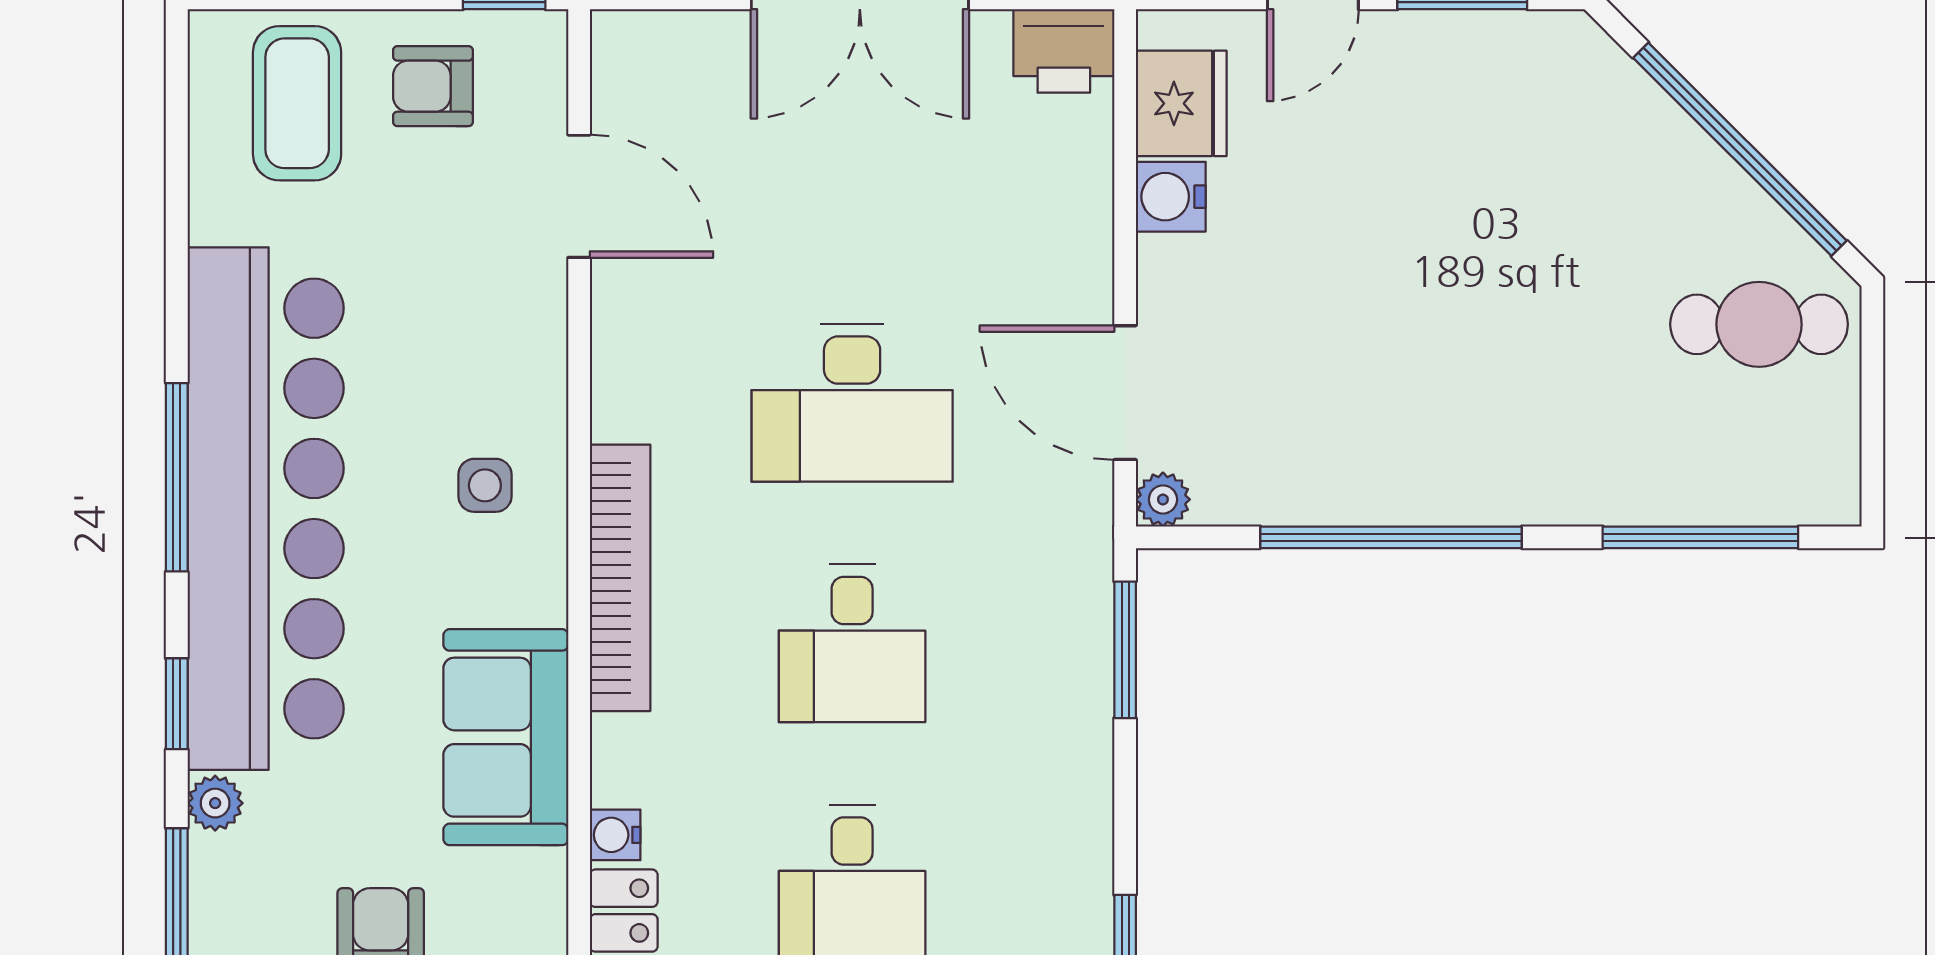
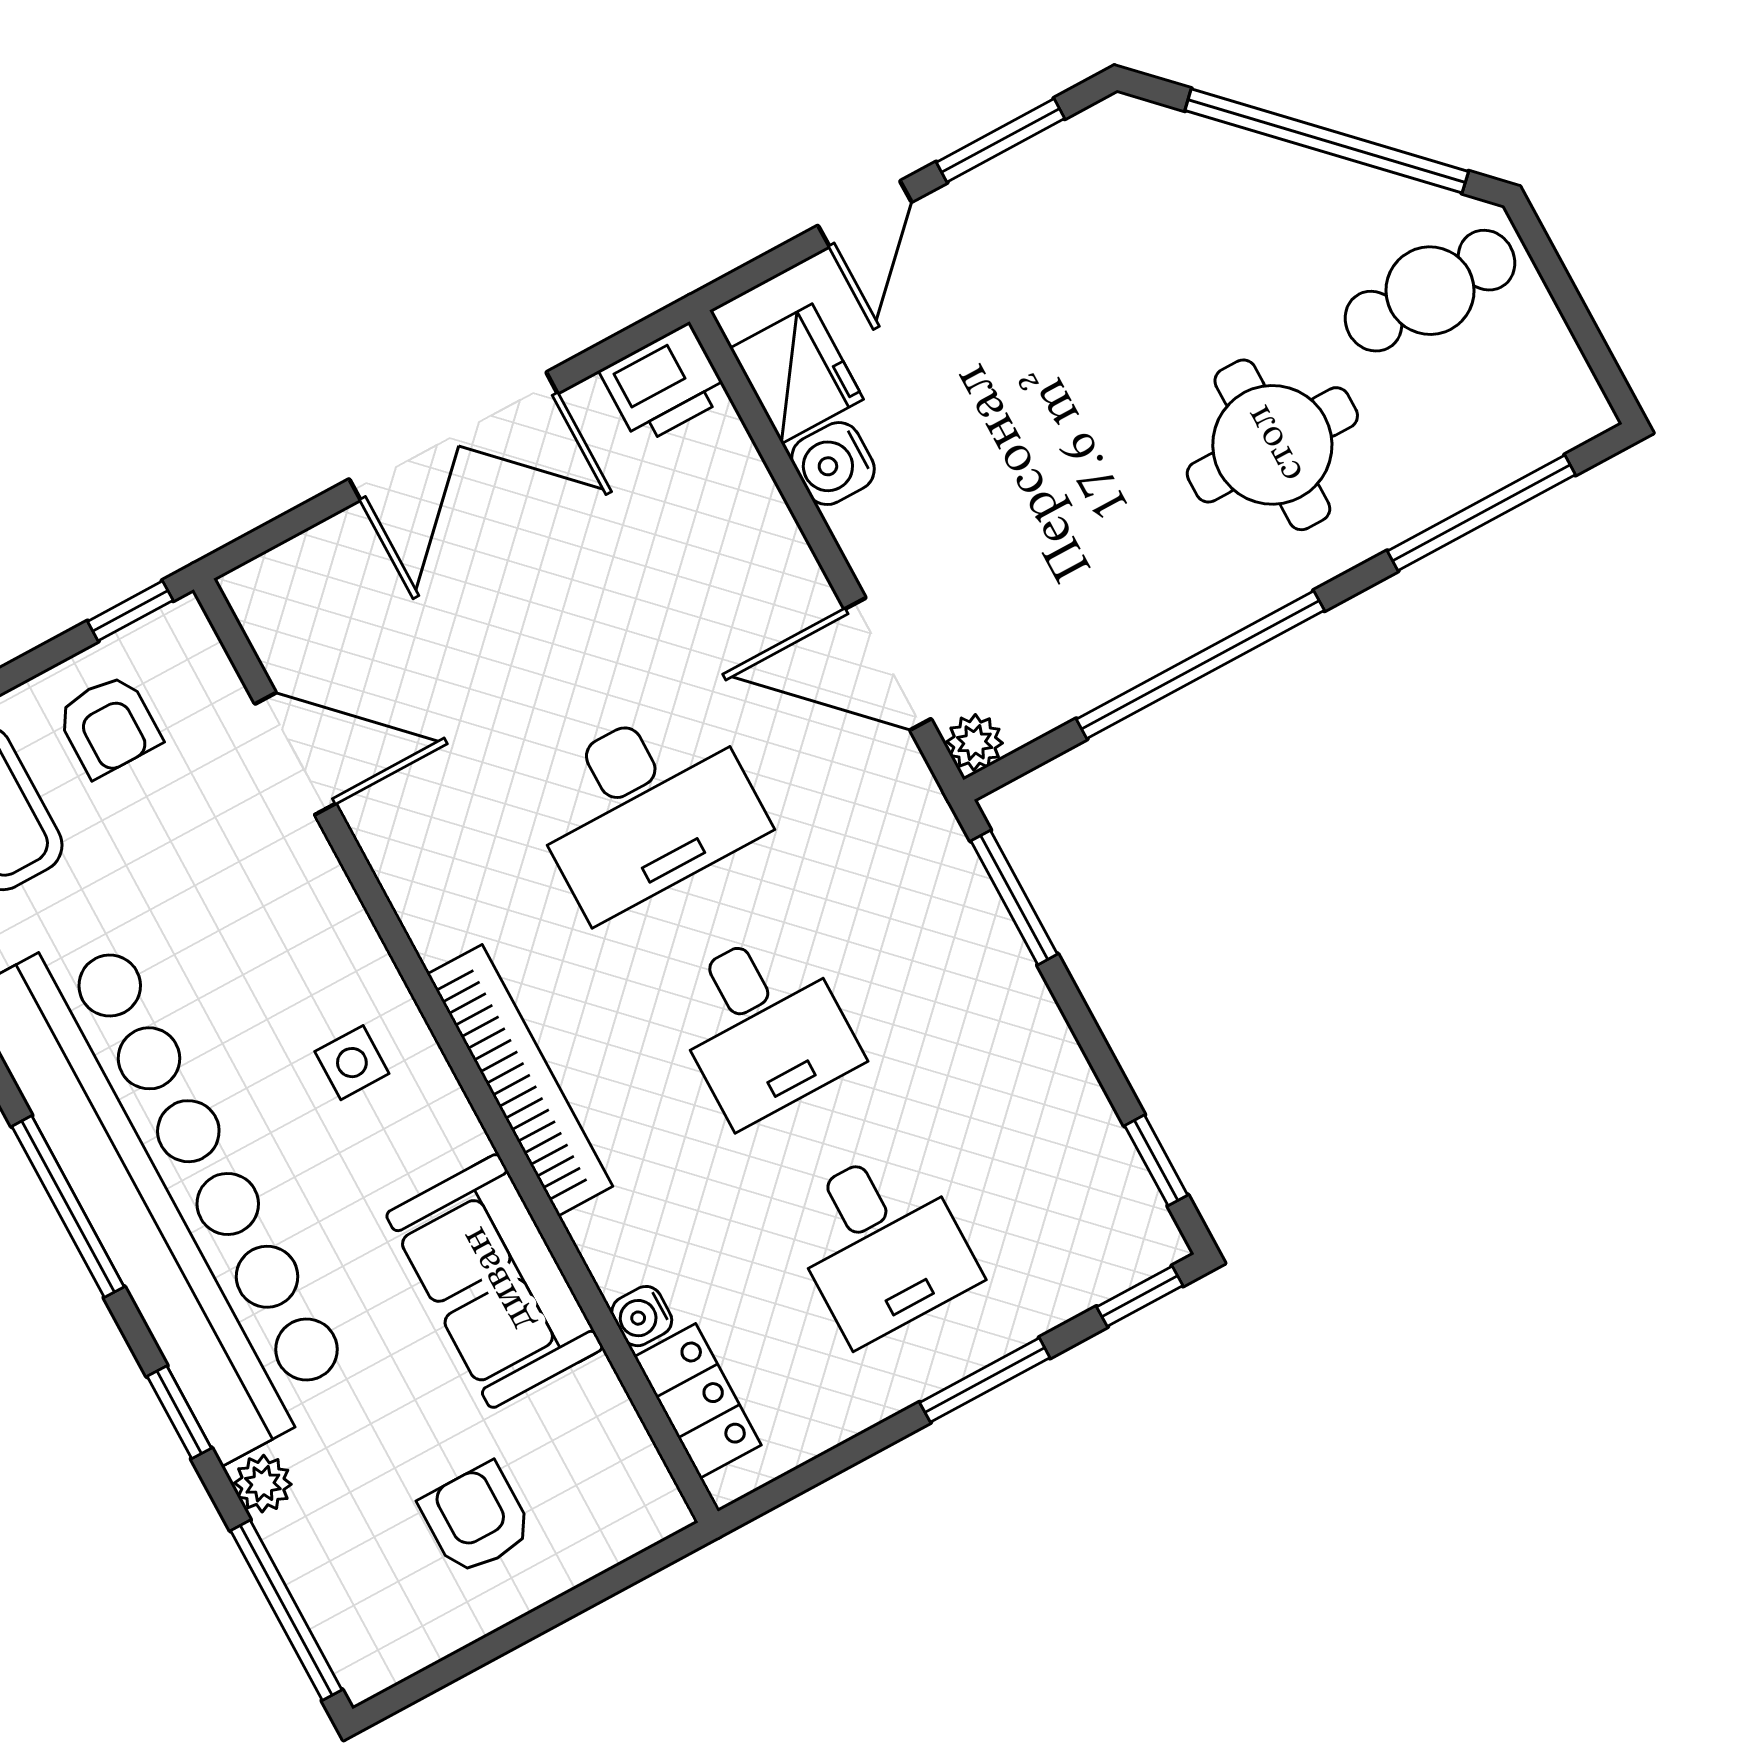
armchair: (433, 86) -> (109, 725), turned -90
round table: (1554, 383) -> (1272, 445), added

